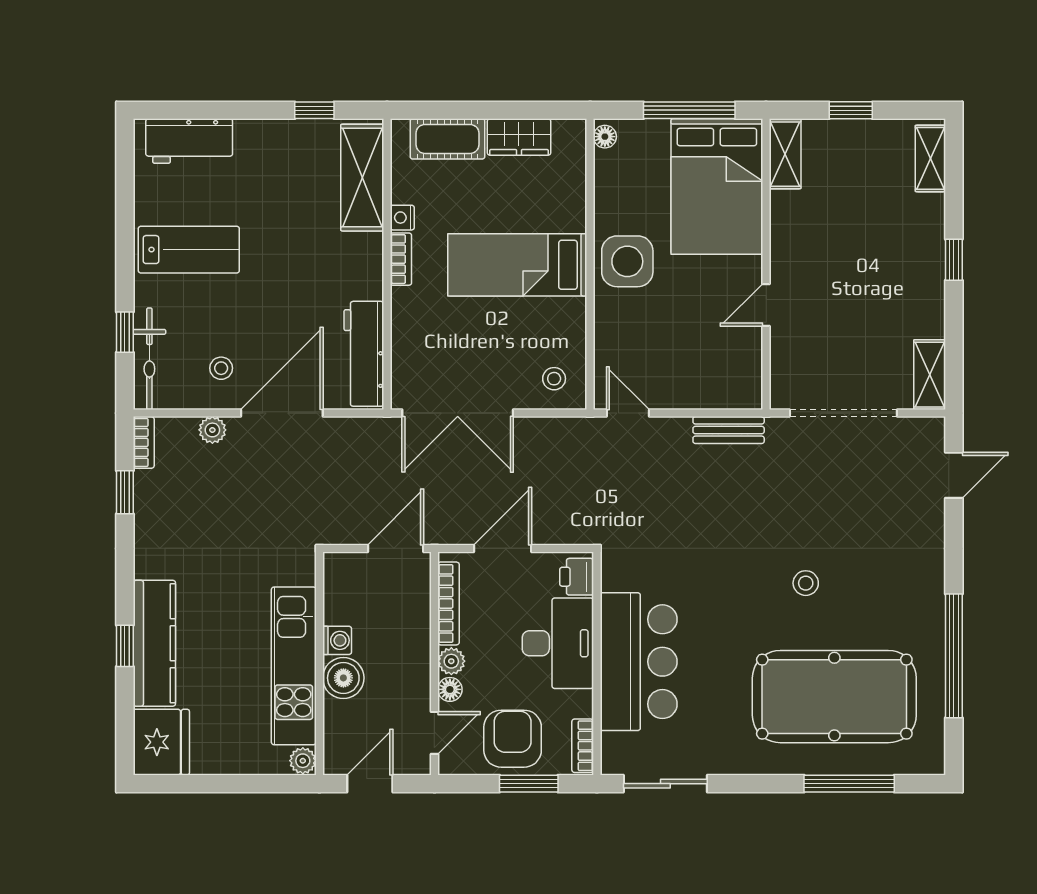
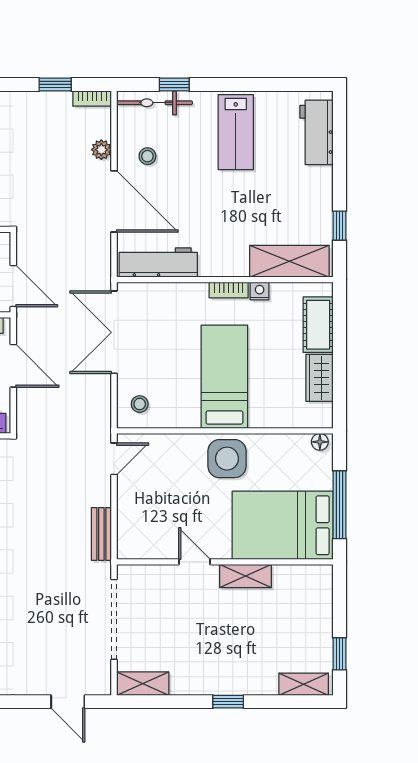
window: (851, 110) -> (339, 654), moved
shelving: (785, 154) -> (245, 576), moved

